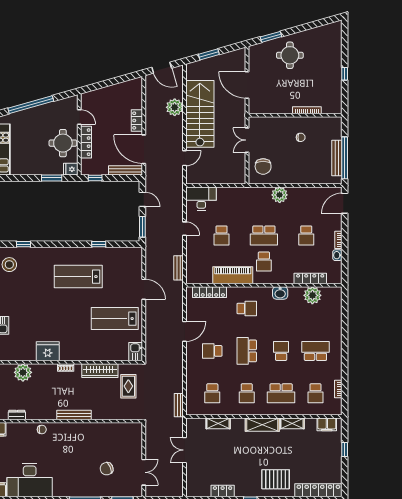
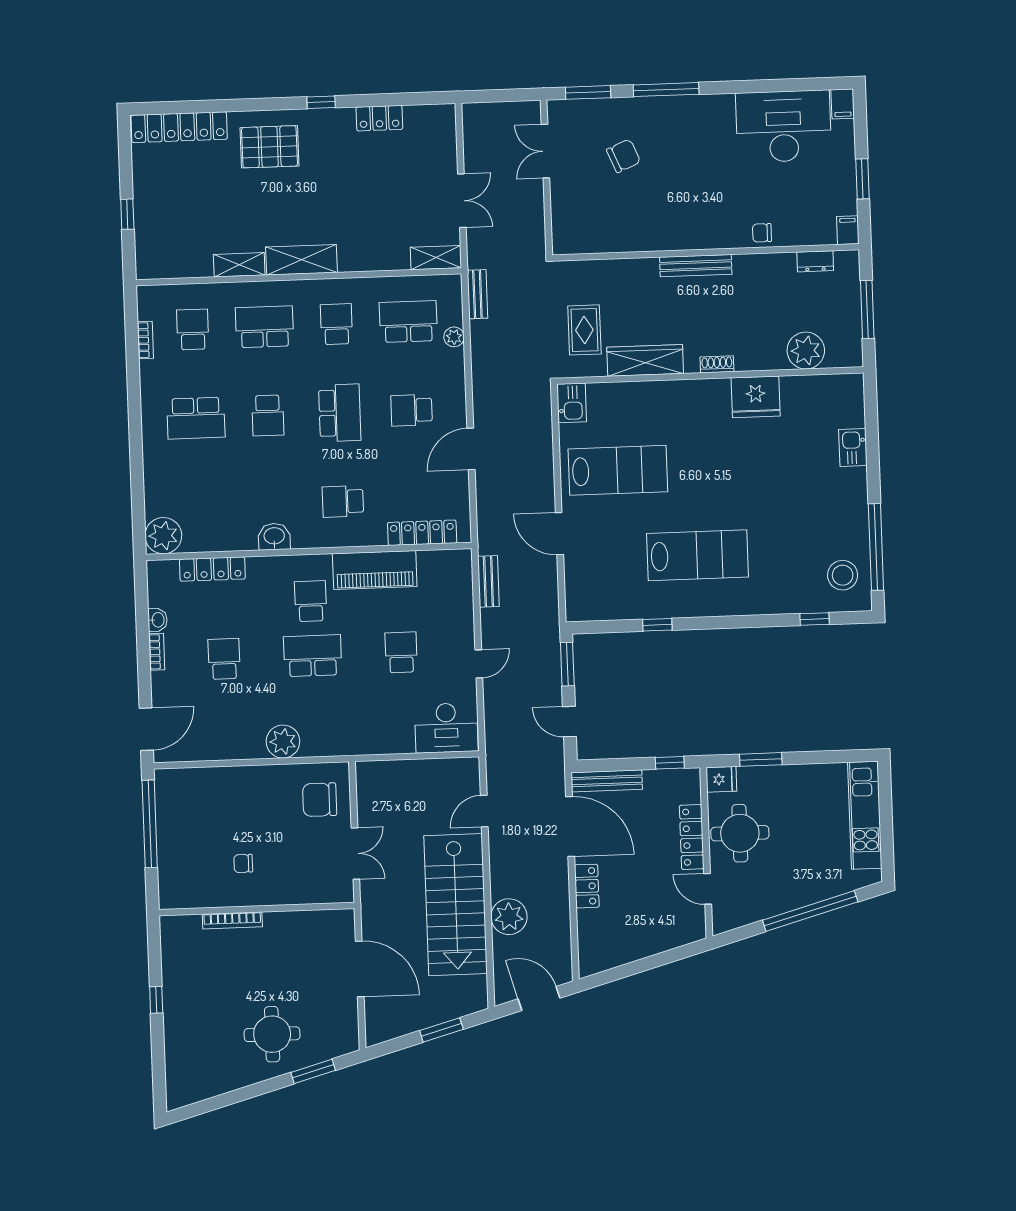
bench: (337, 158) -> (166, 823), removed
chair: (263, 166) -> (320, 800), turned -90
door: (185, 229) -> (479, 664), swing flipped
plant: (312, 295) -> (163, 536), moved
school desk: (212, 351) -> (412, 410), turned 180
plant: (191, 385) -> (454, 337), added
school desk: (212, 393) -> (408, 322), width x1.85
shelving: (218, 423) -> (436, 258), moved
filing cabinet: (327, 424) -> (167, 265), removed

